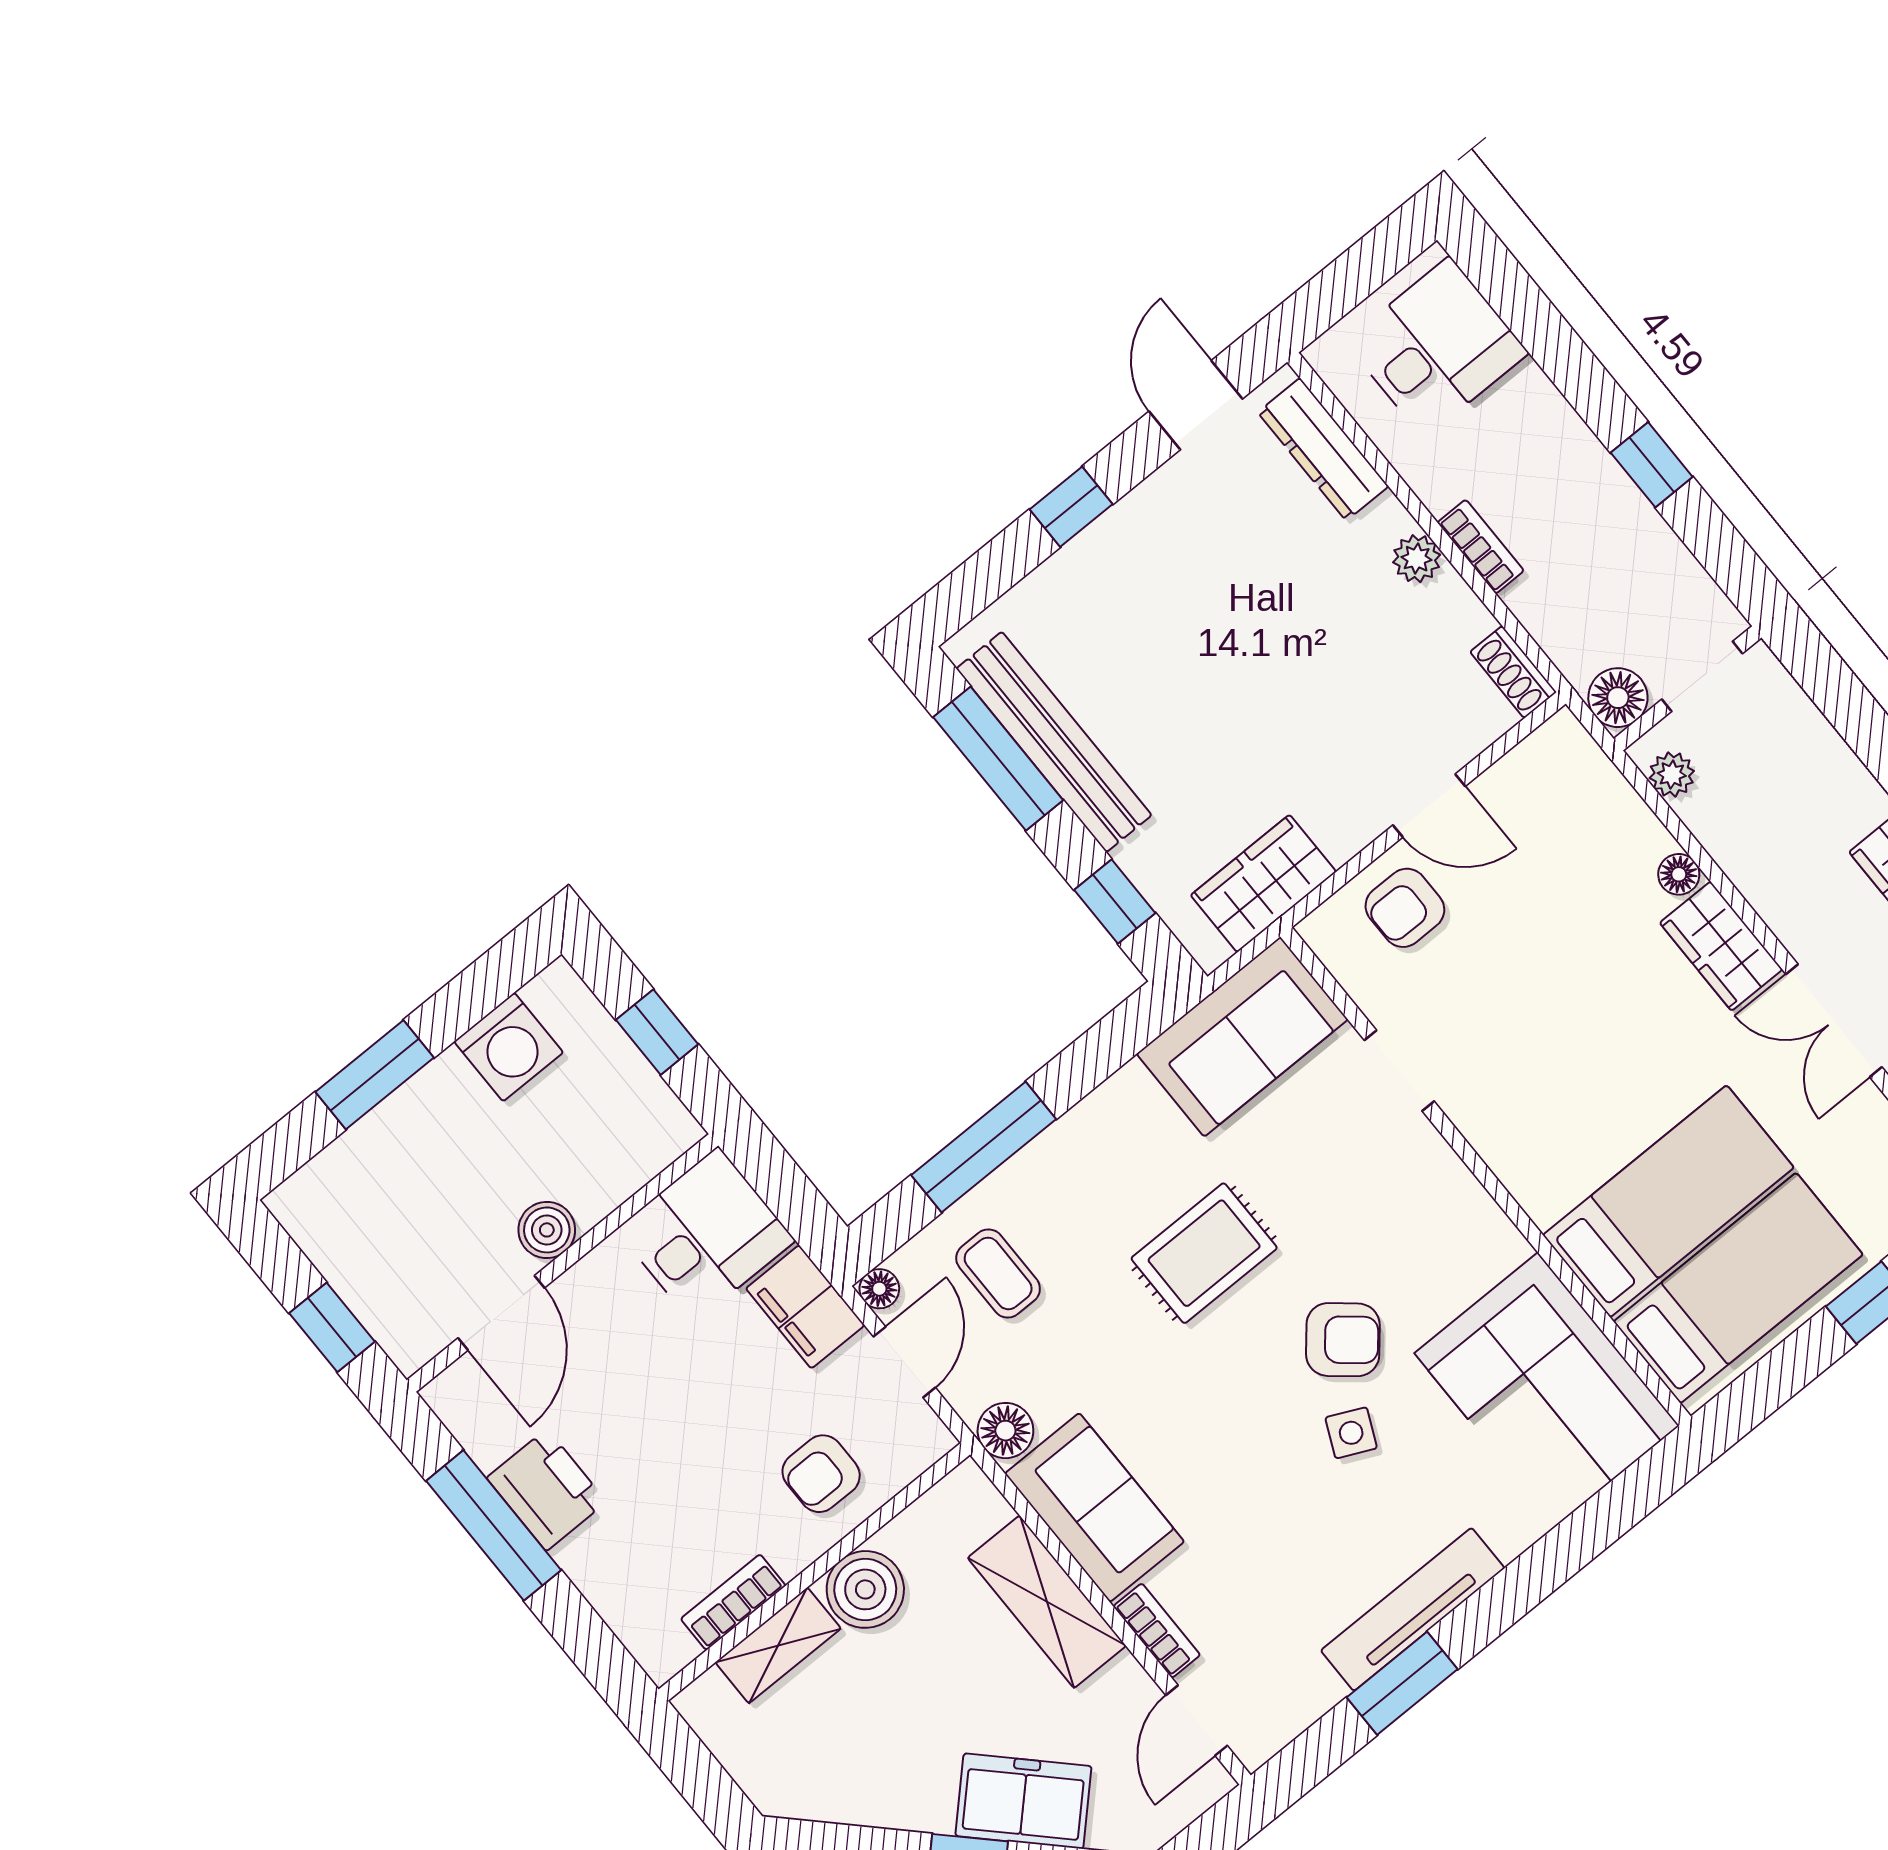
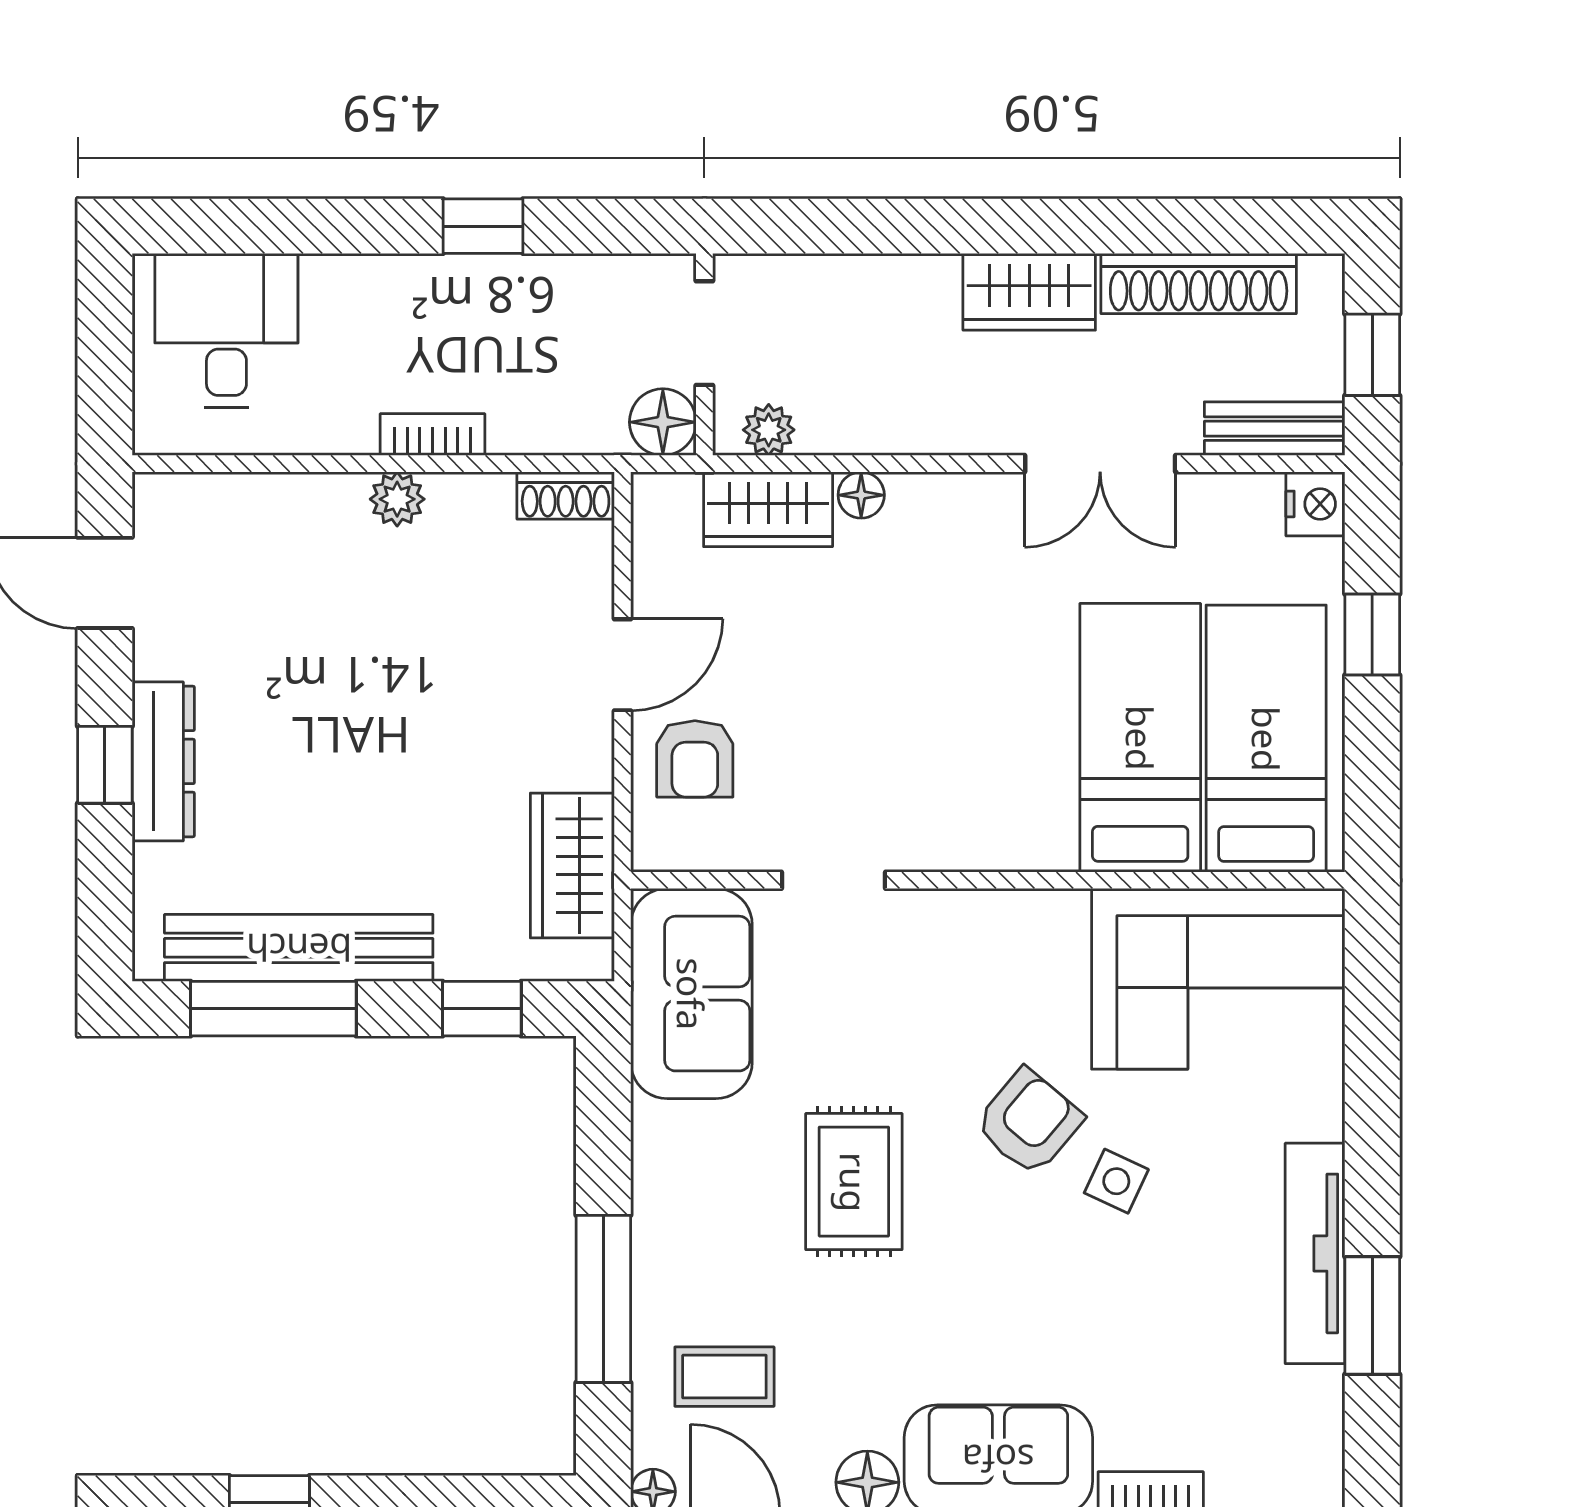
dresser: (1323, 449) -> (163, 761), moved, turned -90
wardrobe: (1721, 946) -> (768, 509), moved

